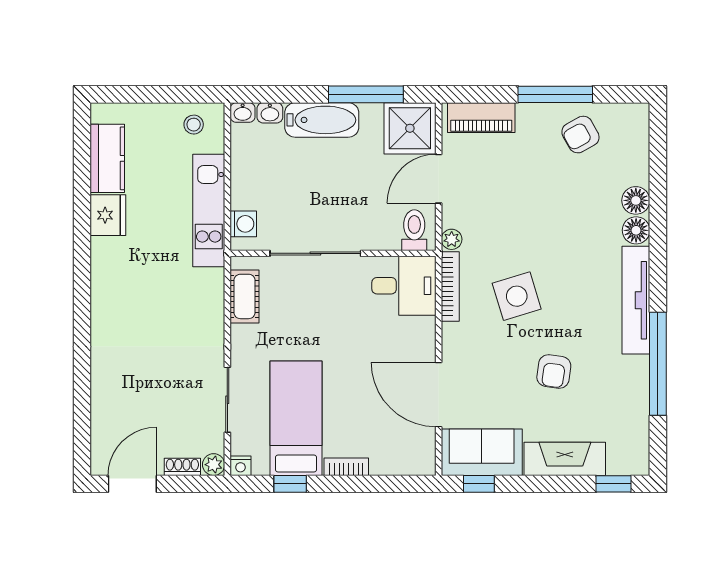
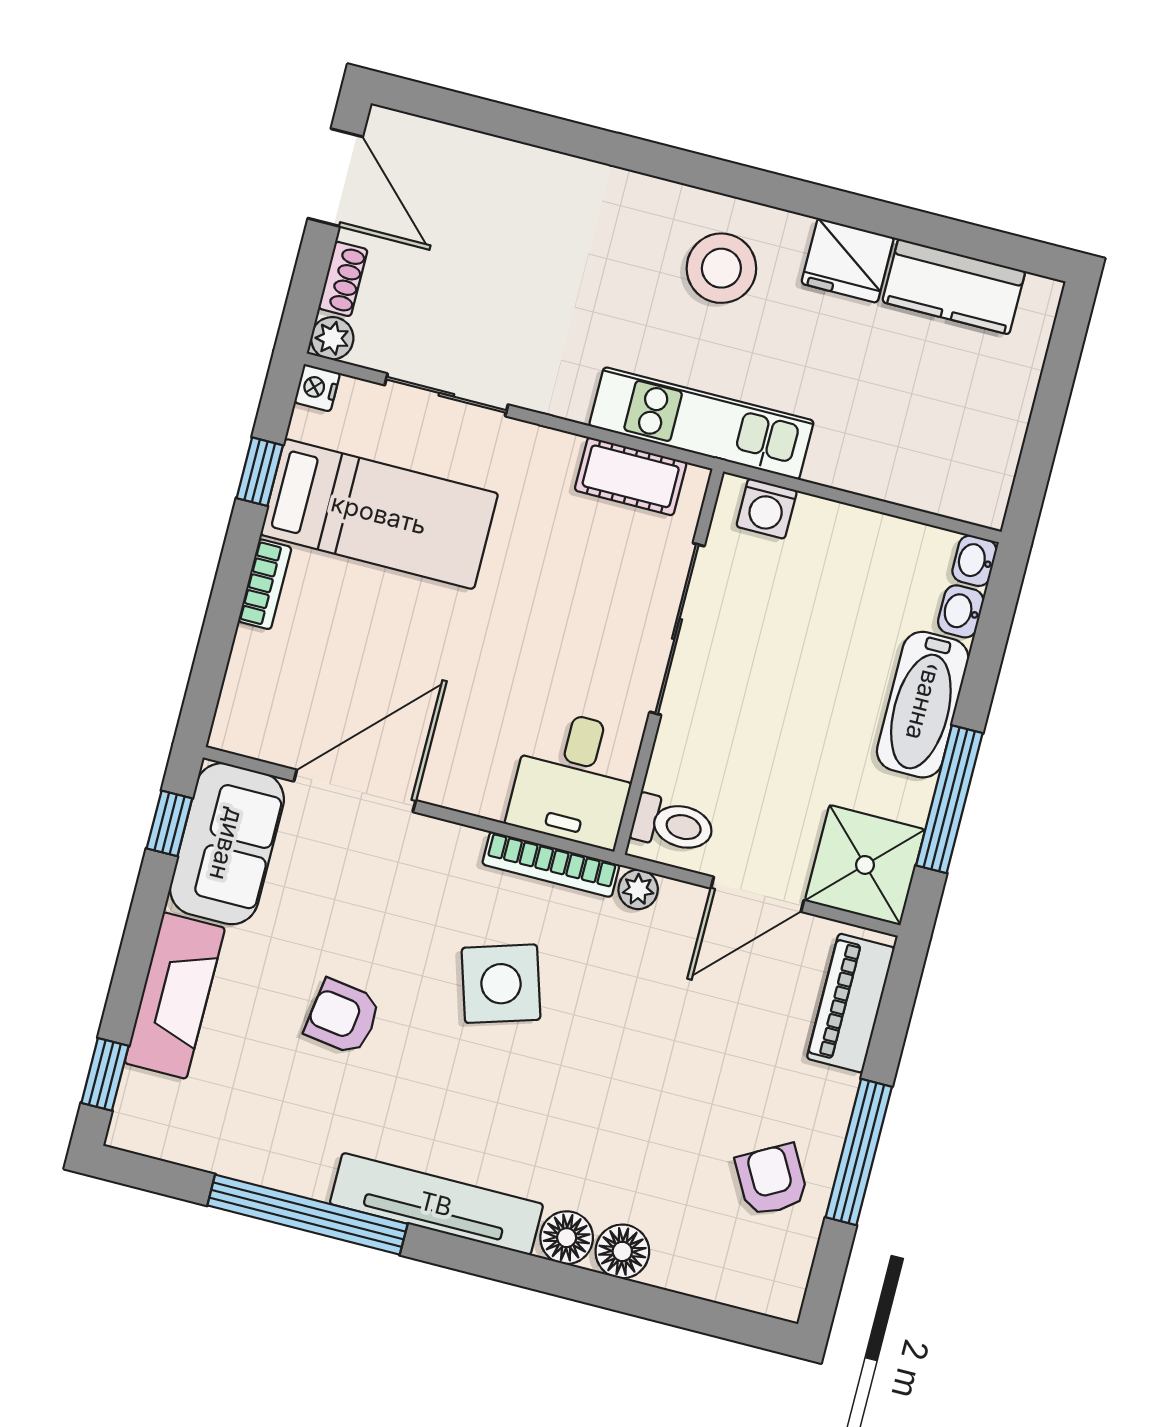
stool: (194, 125) -> (721, 268), moved, width x1.89, depth x1.89
door: (439, 179) -> (757, 894), swing flipped
kitchen unit: (209, 211) -> (701, 423), moved

